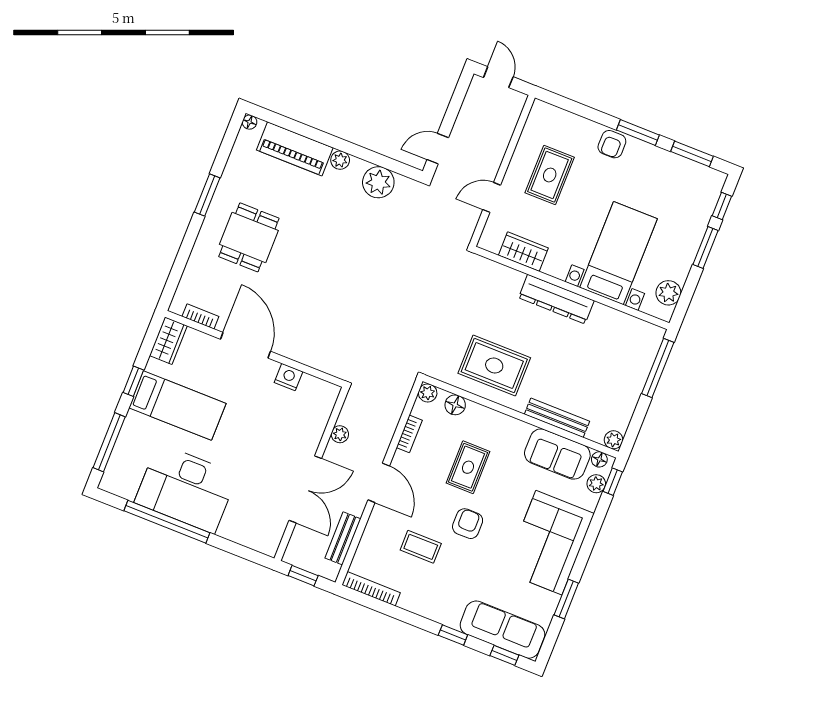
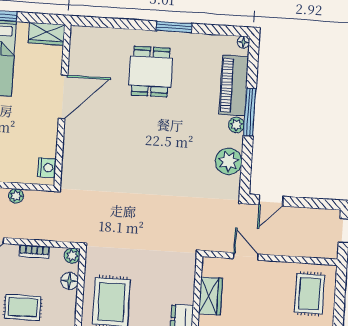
window: (331, 141) -> (250, 112), added
door: (438, 149) -> (271, 200), swing flipped
rug: (550, 175) -> (310, 294), moved, turned 90
dining table: (249, 237) -> (151, 72), turned 90
bookcase: (200, 316) -> (74, 53), removed
nightstand: (289, 377) -> (47, 168), moved

